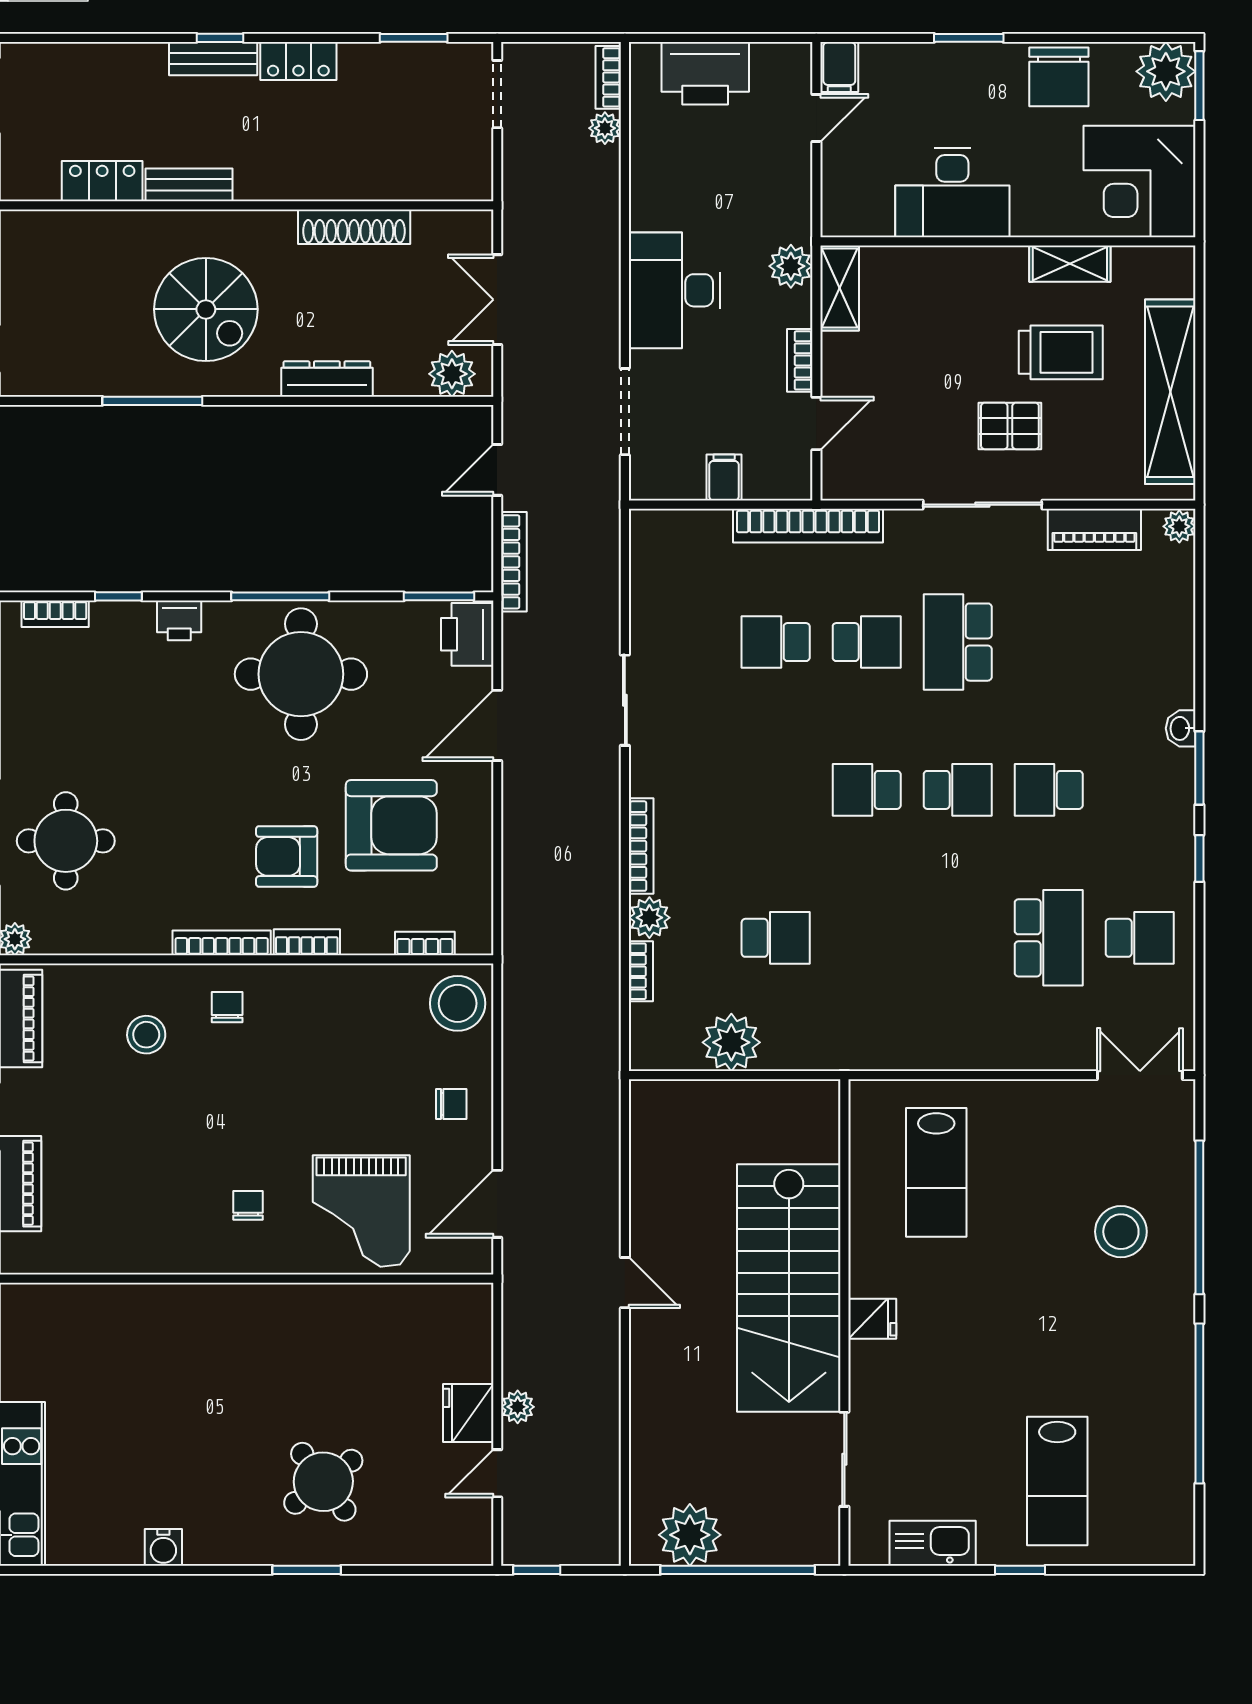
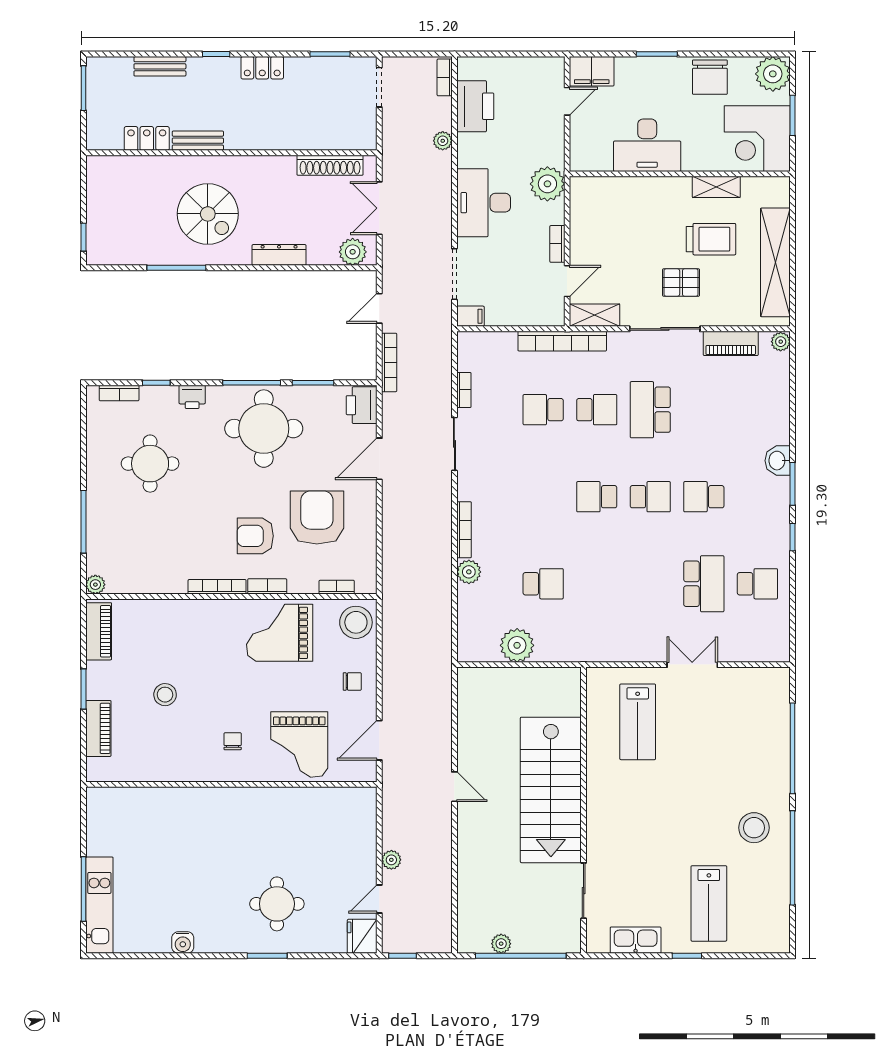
bench: (213, 59) -> (160, 66), moved
filing cabinet: (839, 67) -> (592, 71), width x2.00
printer: (705, 73) -> (475, 106), moved, turned -90
window: (1199, 86) -> (793, 115), moved
plant: (605, 128) -> (443, 141), moved
shoe rack: (354, 227) -> (330, 165), moved
plant: (791, 266) -> (547, 184), width x1.36, depth x1.36
shelving: (840, 288) -> (595, 315), moved, turned 90
filing cabinet: (724, 477) -> (470, 316), moved, turned 90
window: (439, 596) -> (313, 383), moved
washbasin: (1181, 728) -> (778, 461), width x1.38, depth x1.45
armchair: (391, 825) -> (317, 518), turned -90
round table: (66, 841) -> (150, 464), moved
bookcase: (641, 971) -> (464, 390), moved
chair: (227, 1007) -> (220, 625), removed
grand piano: (328, 1021) -> (280, 633), added
stool: (146, 1035) -> (165, 695), moved
double door: (1140, 1075) -> (692, 665), moved
stool: (1121, 1232) -> (754, 828), moved
fridge: (872, 1319) -> (600, 808), removed
fridge: (468, 1413) -> (362, 936), moved
round table: (323, 1482) -> (277, 904), turned 37
plant: (690, 1535) -> (501, 944), width x0.53, depth x0.53

